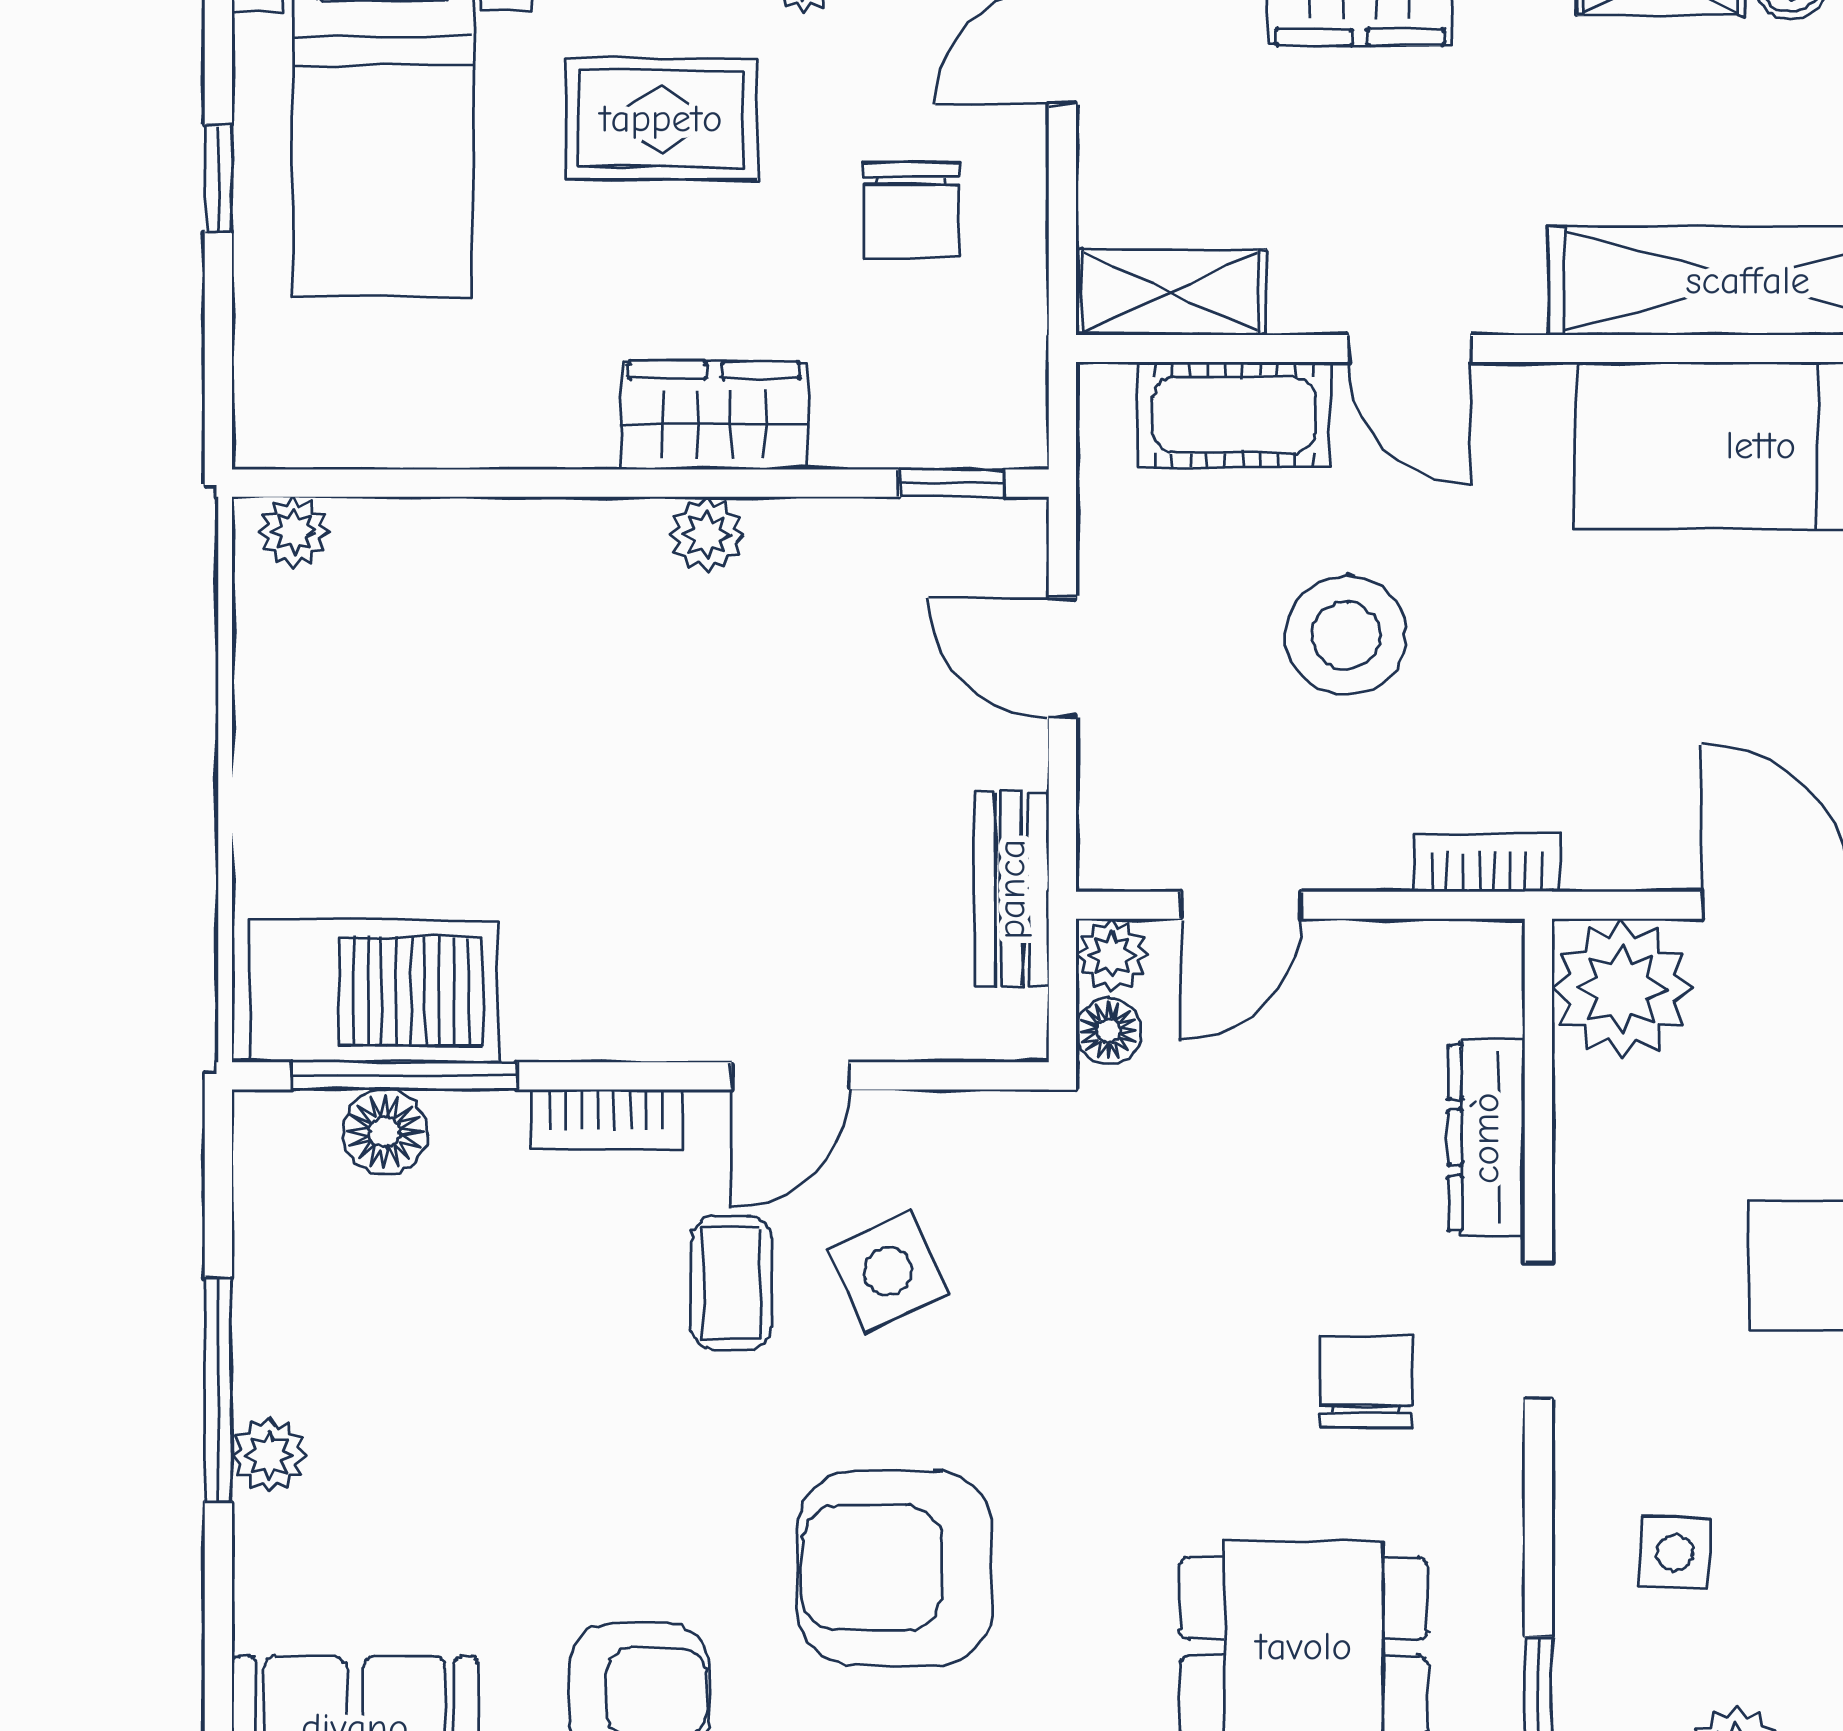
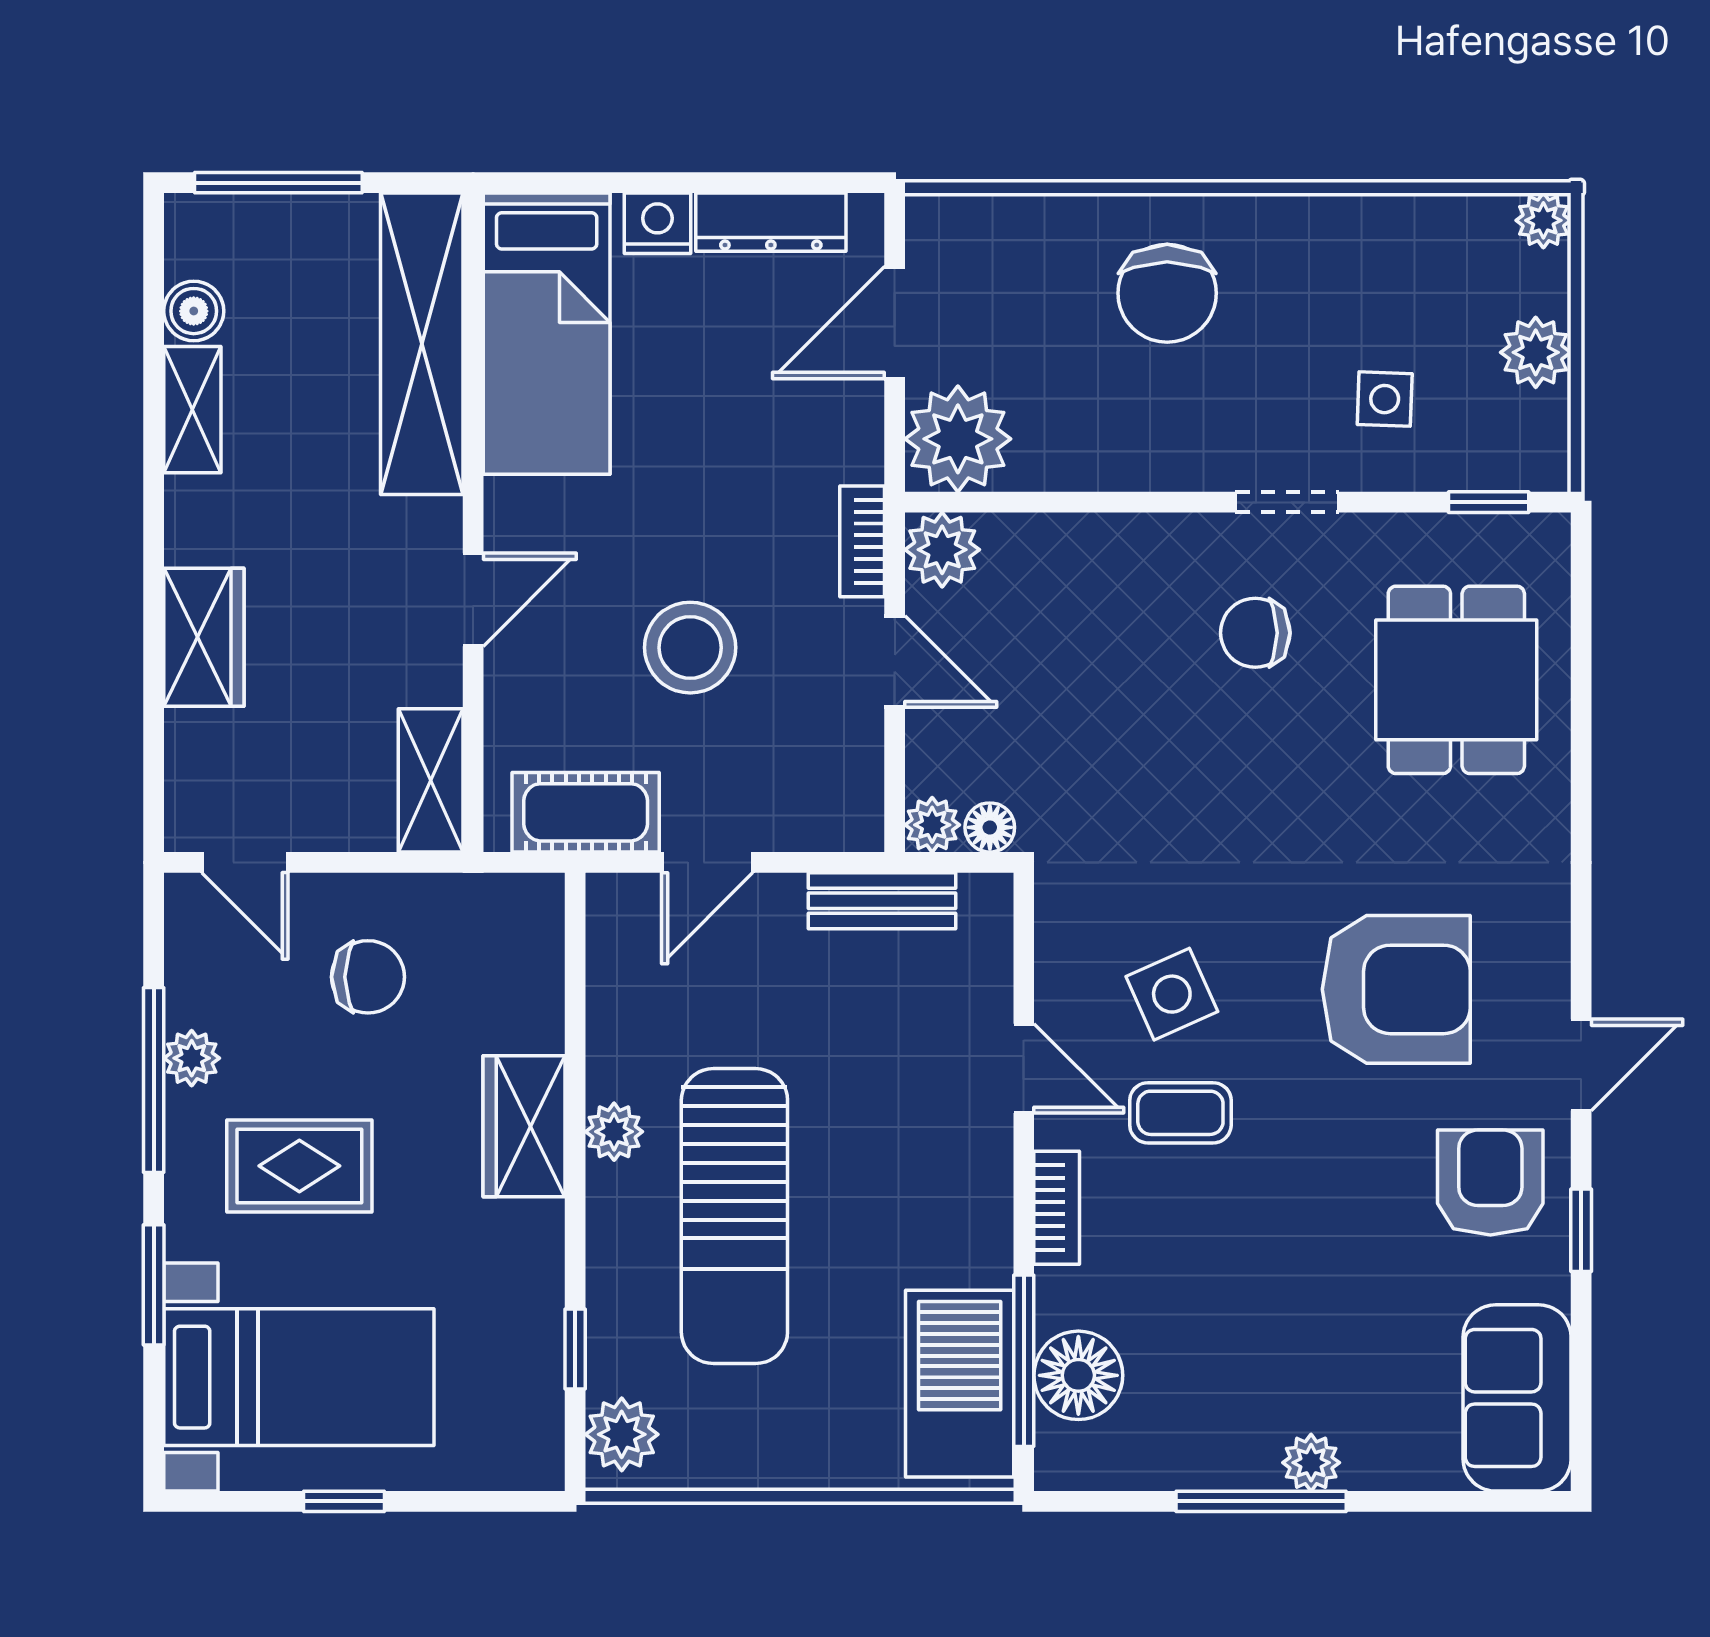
rug: (661, 119) -> (299, 1166), turned 90
cot: (1234, 415) -> (586, 812), moved, turned 90
window: (952, 483) -> (575, 1349), moved
plant: (294, 532) -> (622, 1434), width x1.38, depth x1.38
sun lounger: (595, 694) -> (734, 1216), added
door: (1241, 905) -> (895, 662), moved
plant: (1476, 968) -> (942, 550), added
floor lamp: (385, 1132) -> (1078, 1375), width x1.38, depth x1.38
dresser: (1486, 1138) -> (1070, 541), removed
doorway: (1538, 1331) -> (1287, 502), moved
armchair: (895, 1568) -> (1396, 989), turned -90

